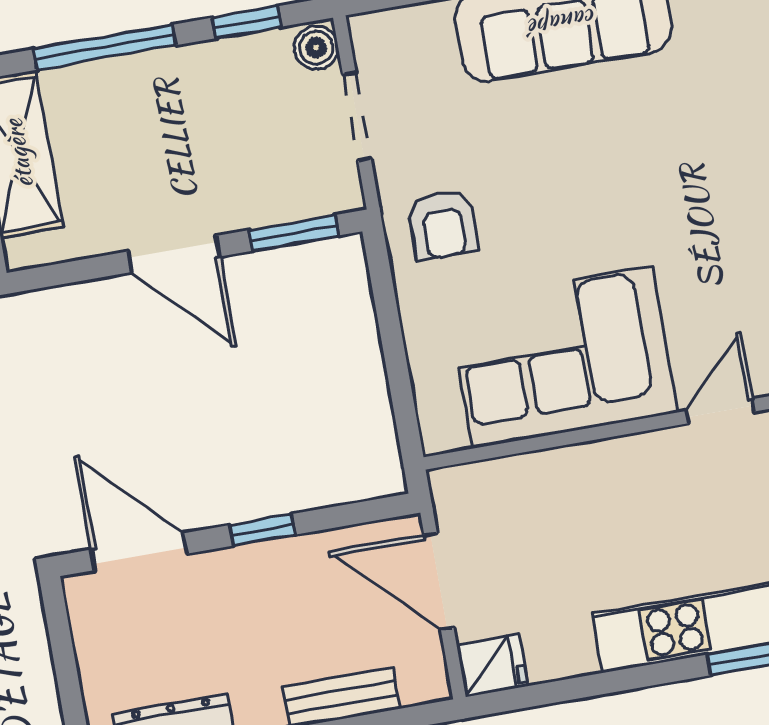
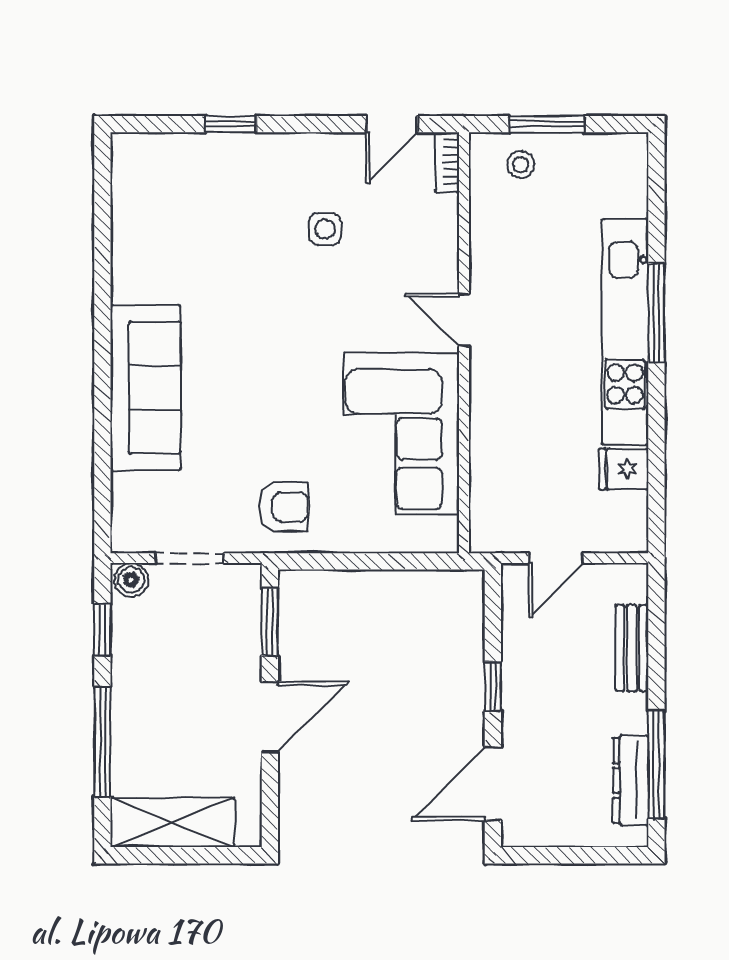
door: (439, 581) -> (556, 558), width x0.73
fridge: (492, 665) -> (624, 469), moved, turned -90

